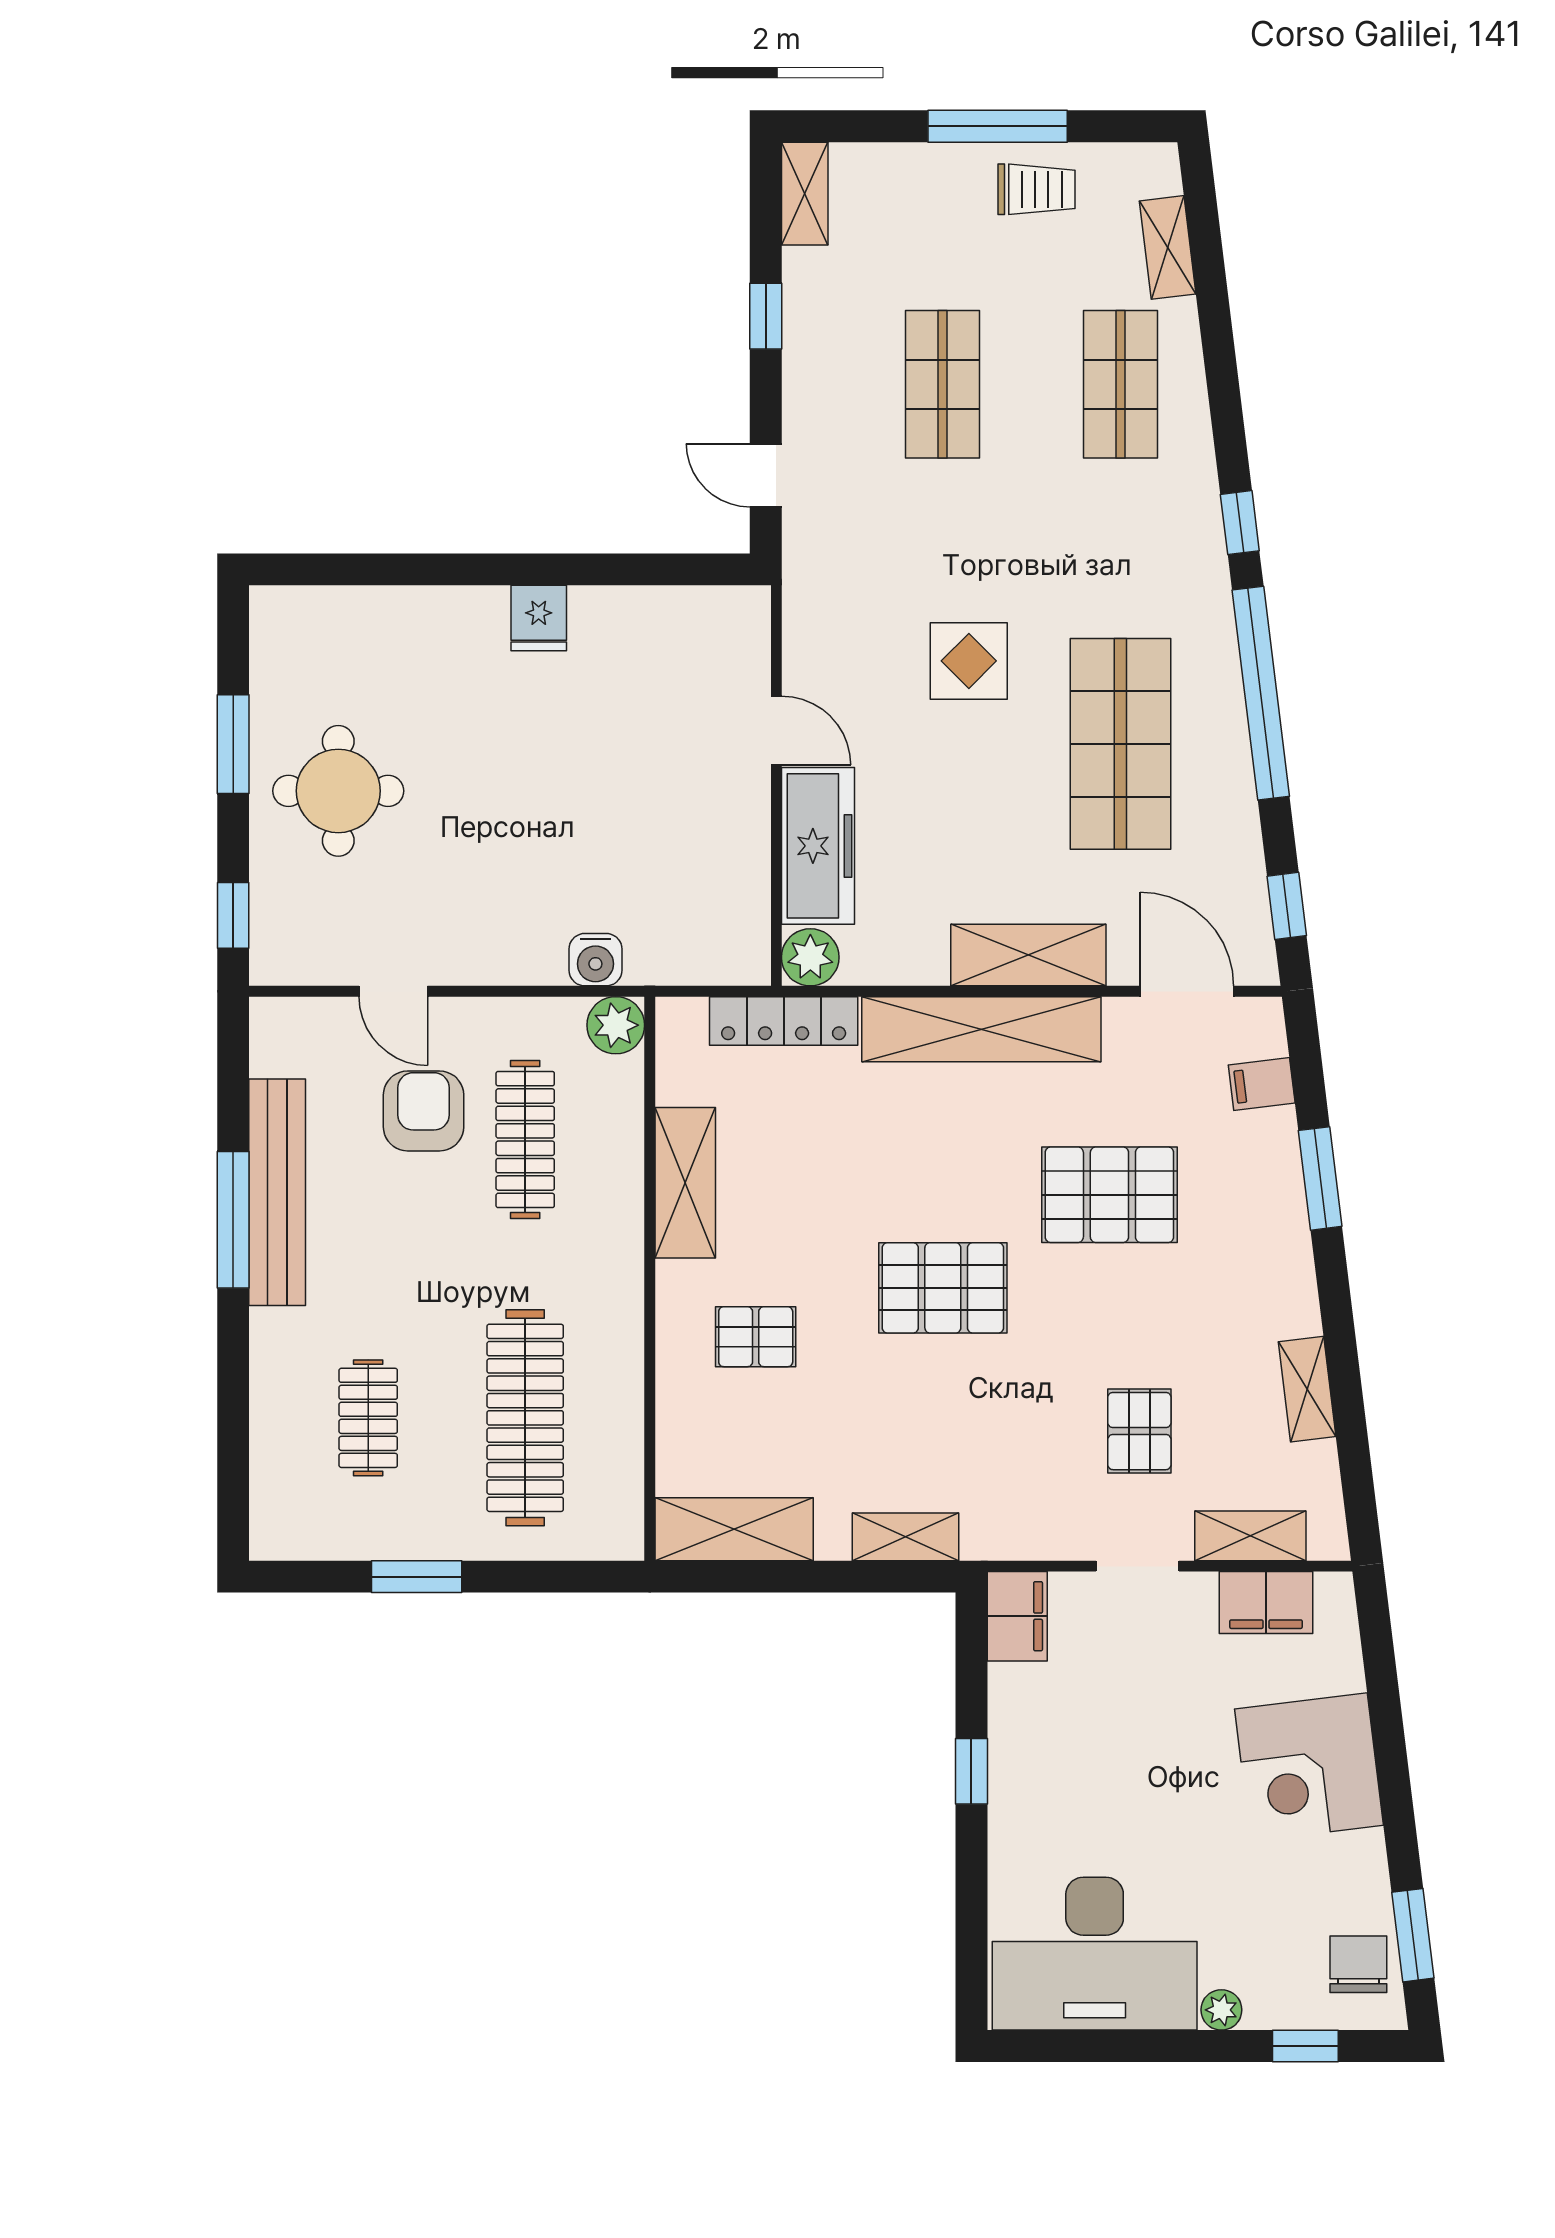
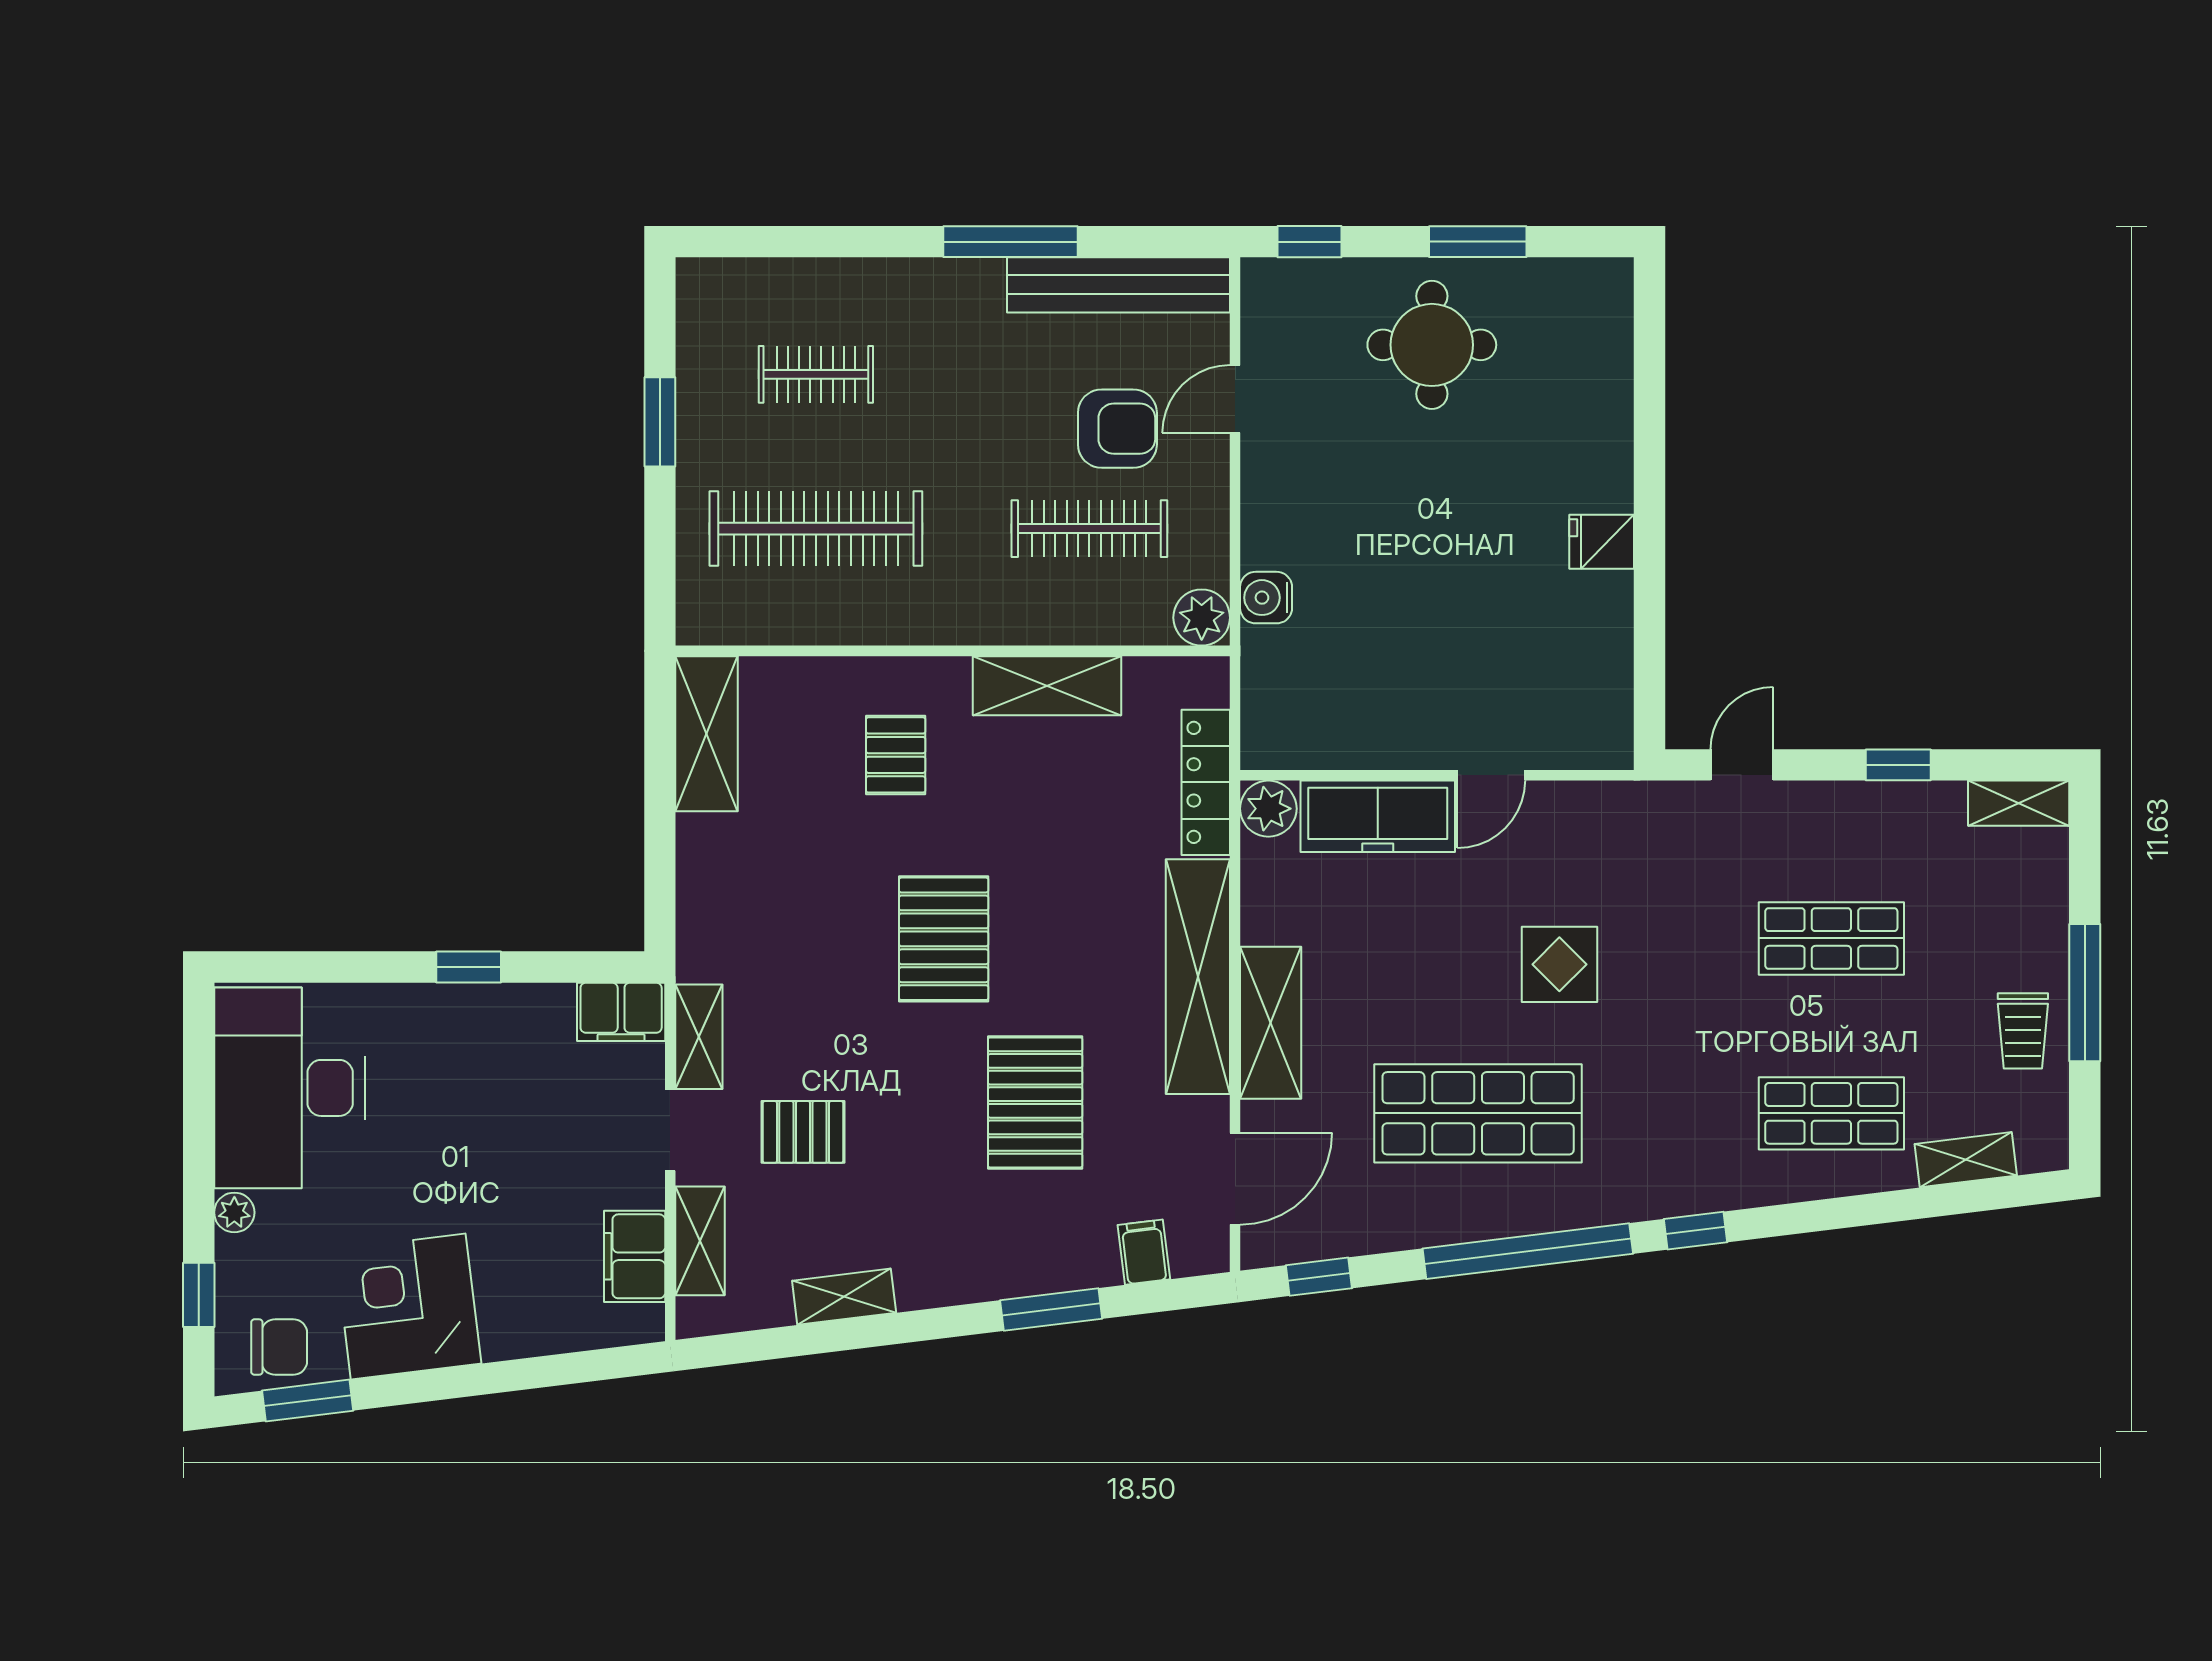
bench: (277, 1192) -> (1118, 285), moved
shelving: (905, 1537) -> (699, 1037), moved
corner desk: (1309, 1767) -> (408, 1306), moved

